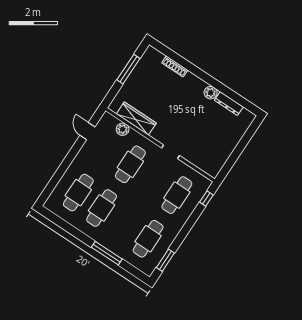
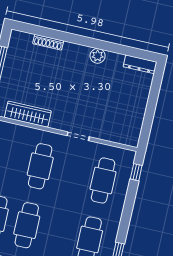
dresser: (229, 104) -> (140, 64), moved
plant: (123, 129) -> (17, 131), removed

